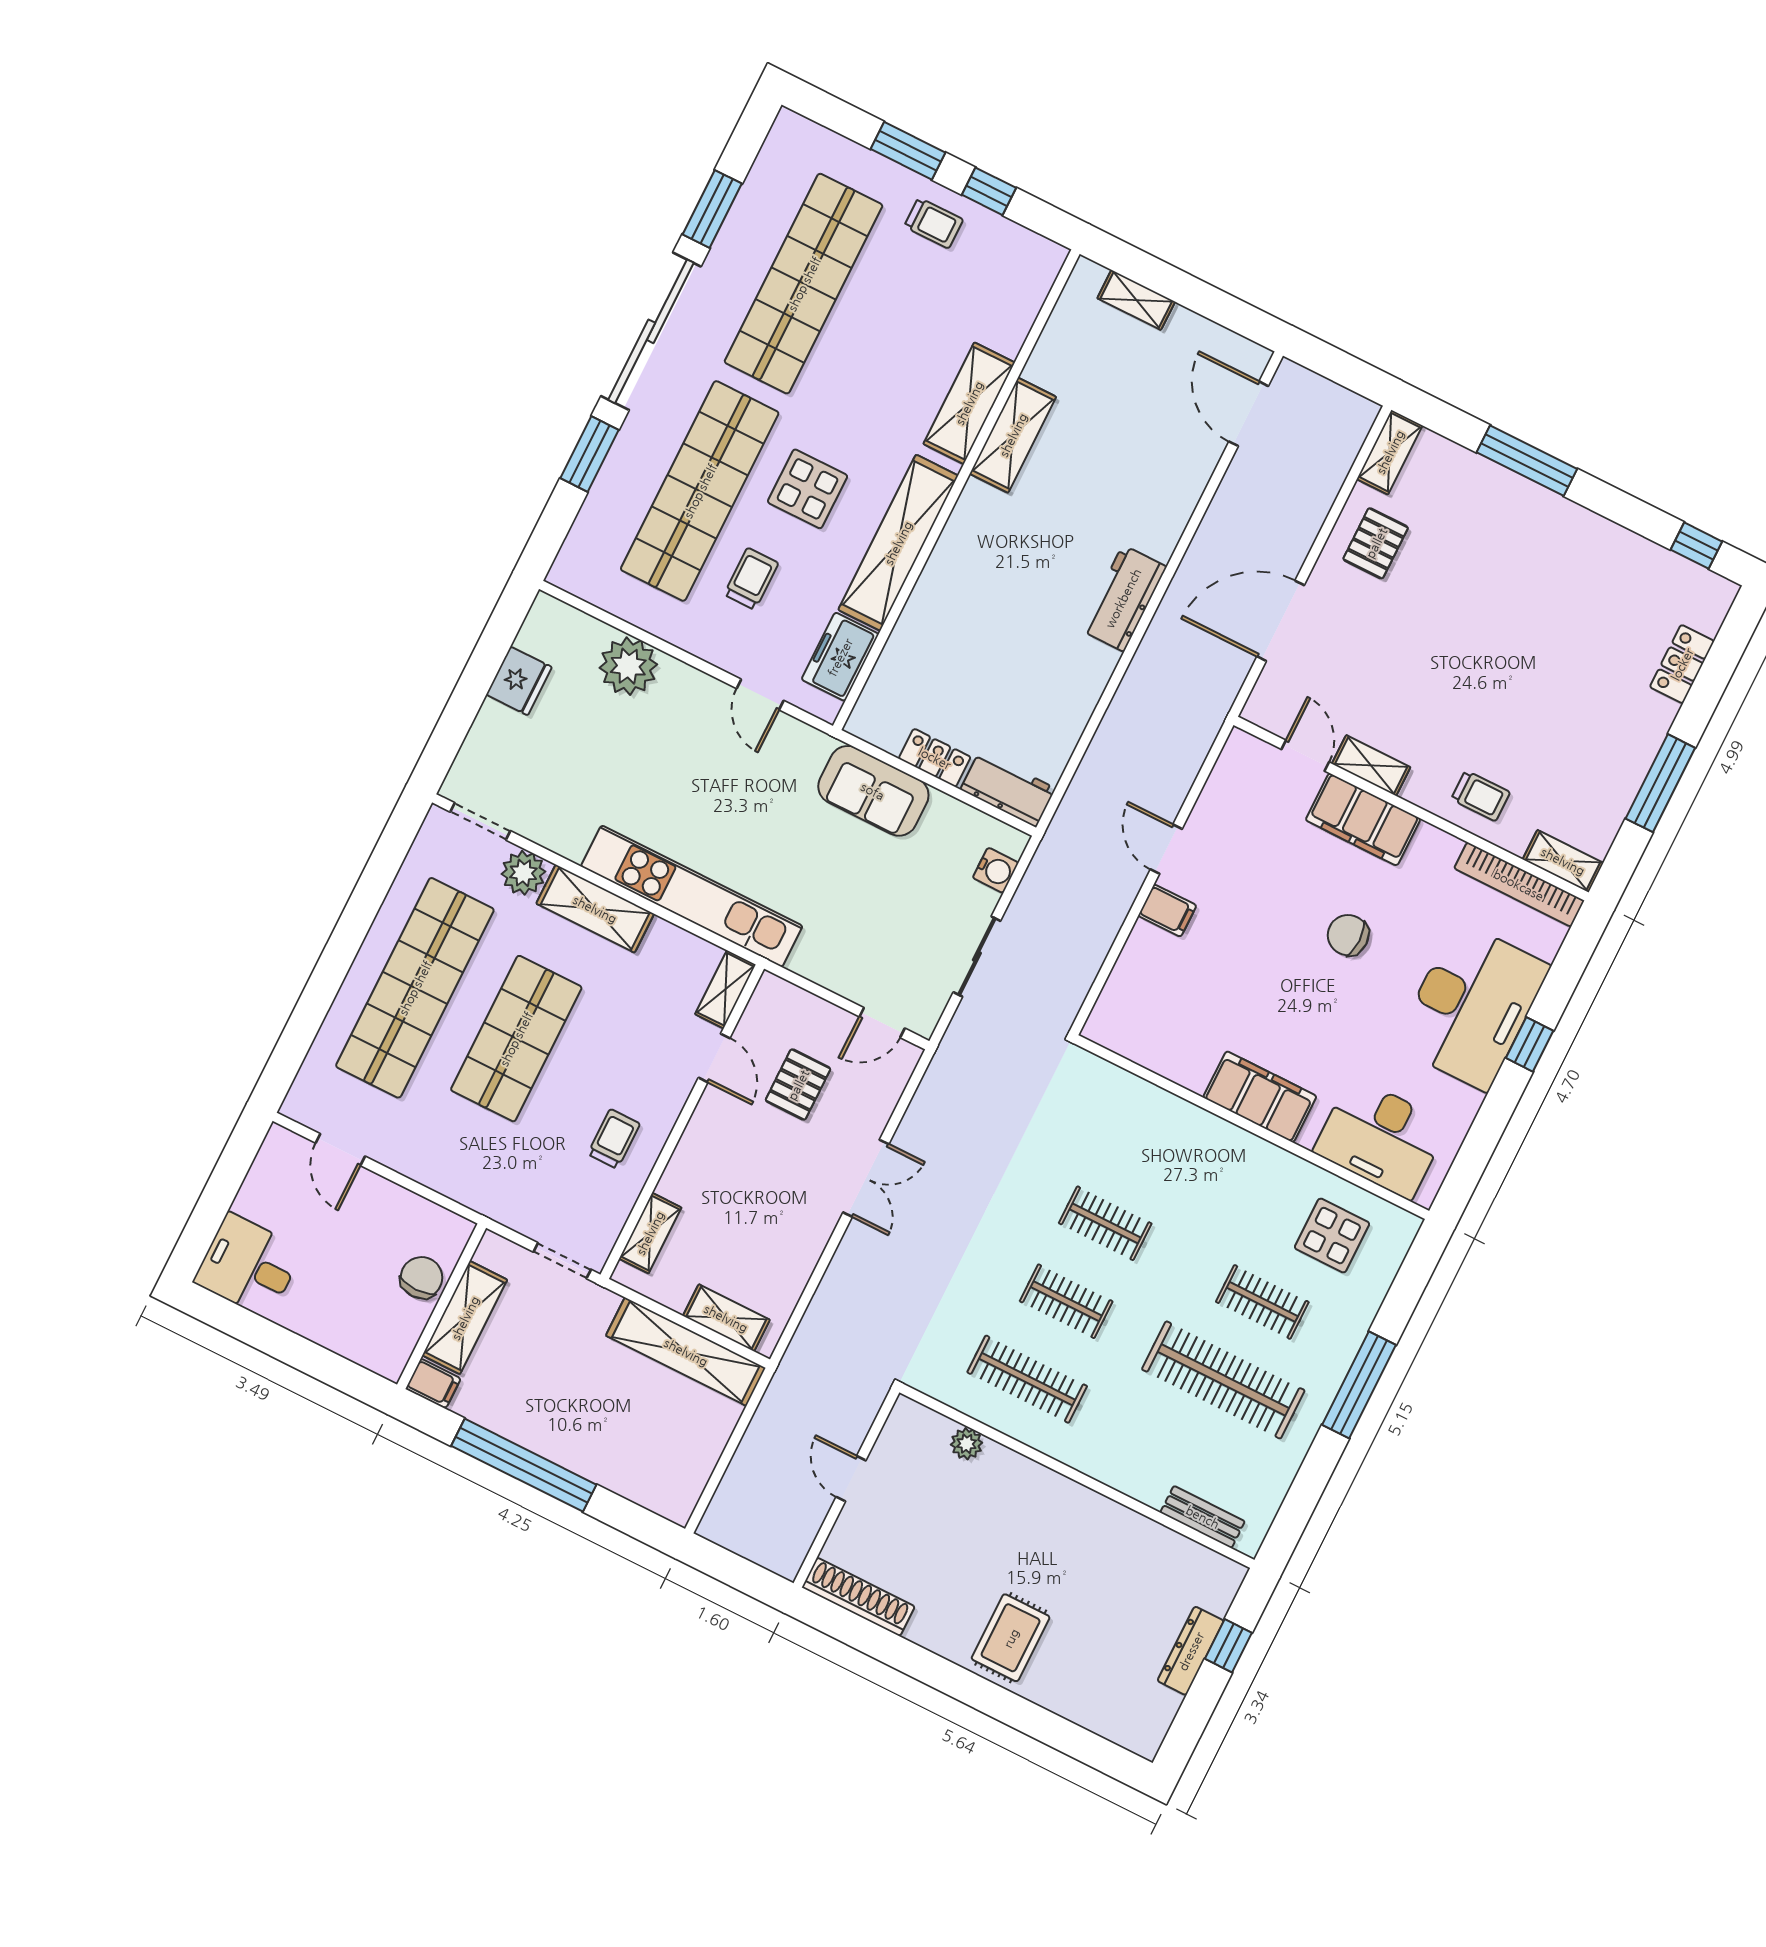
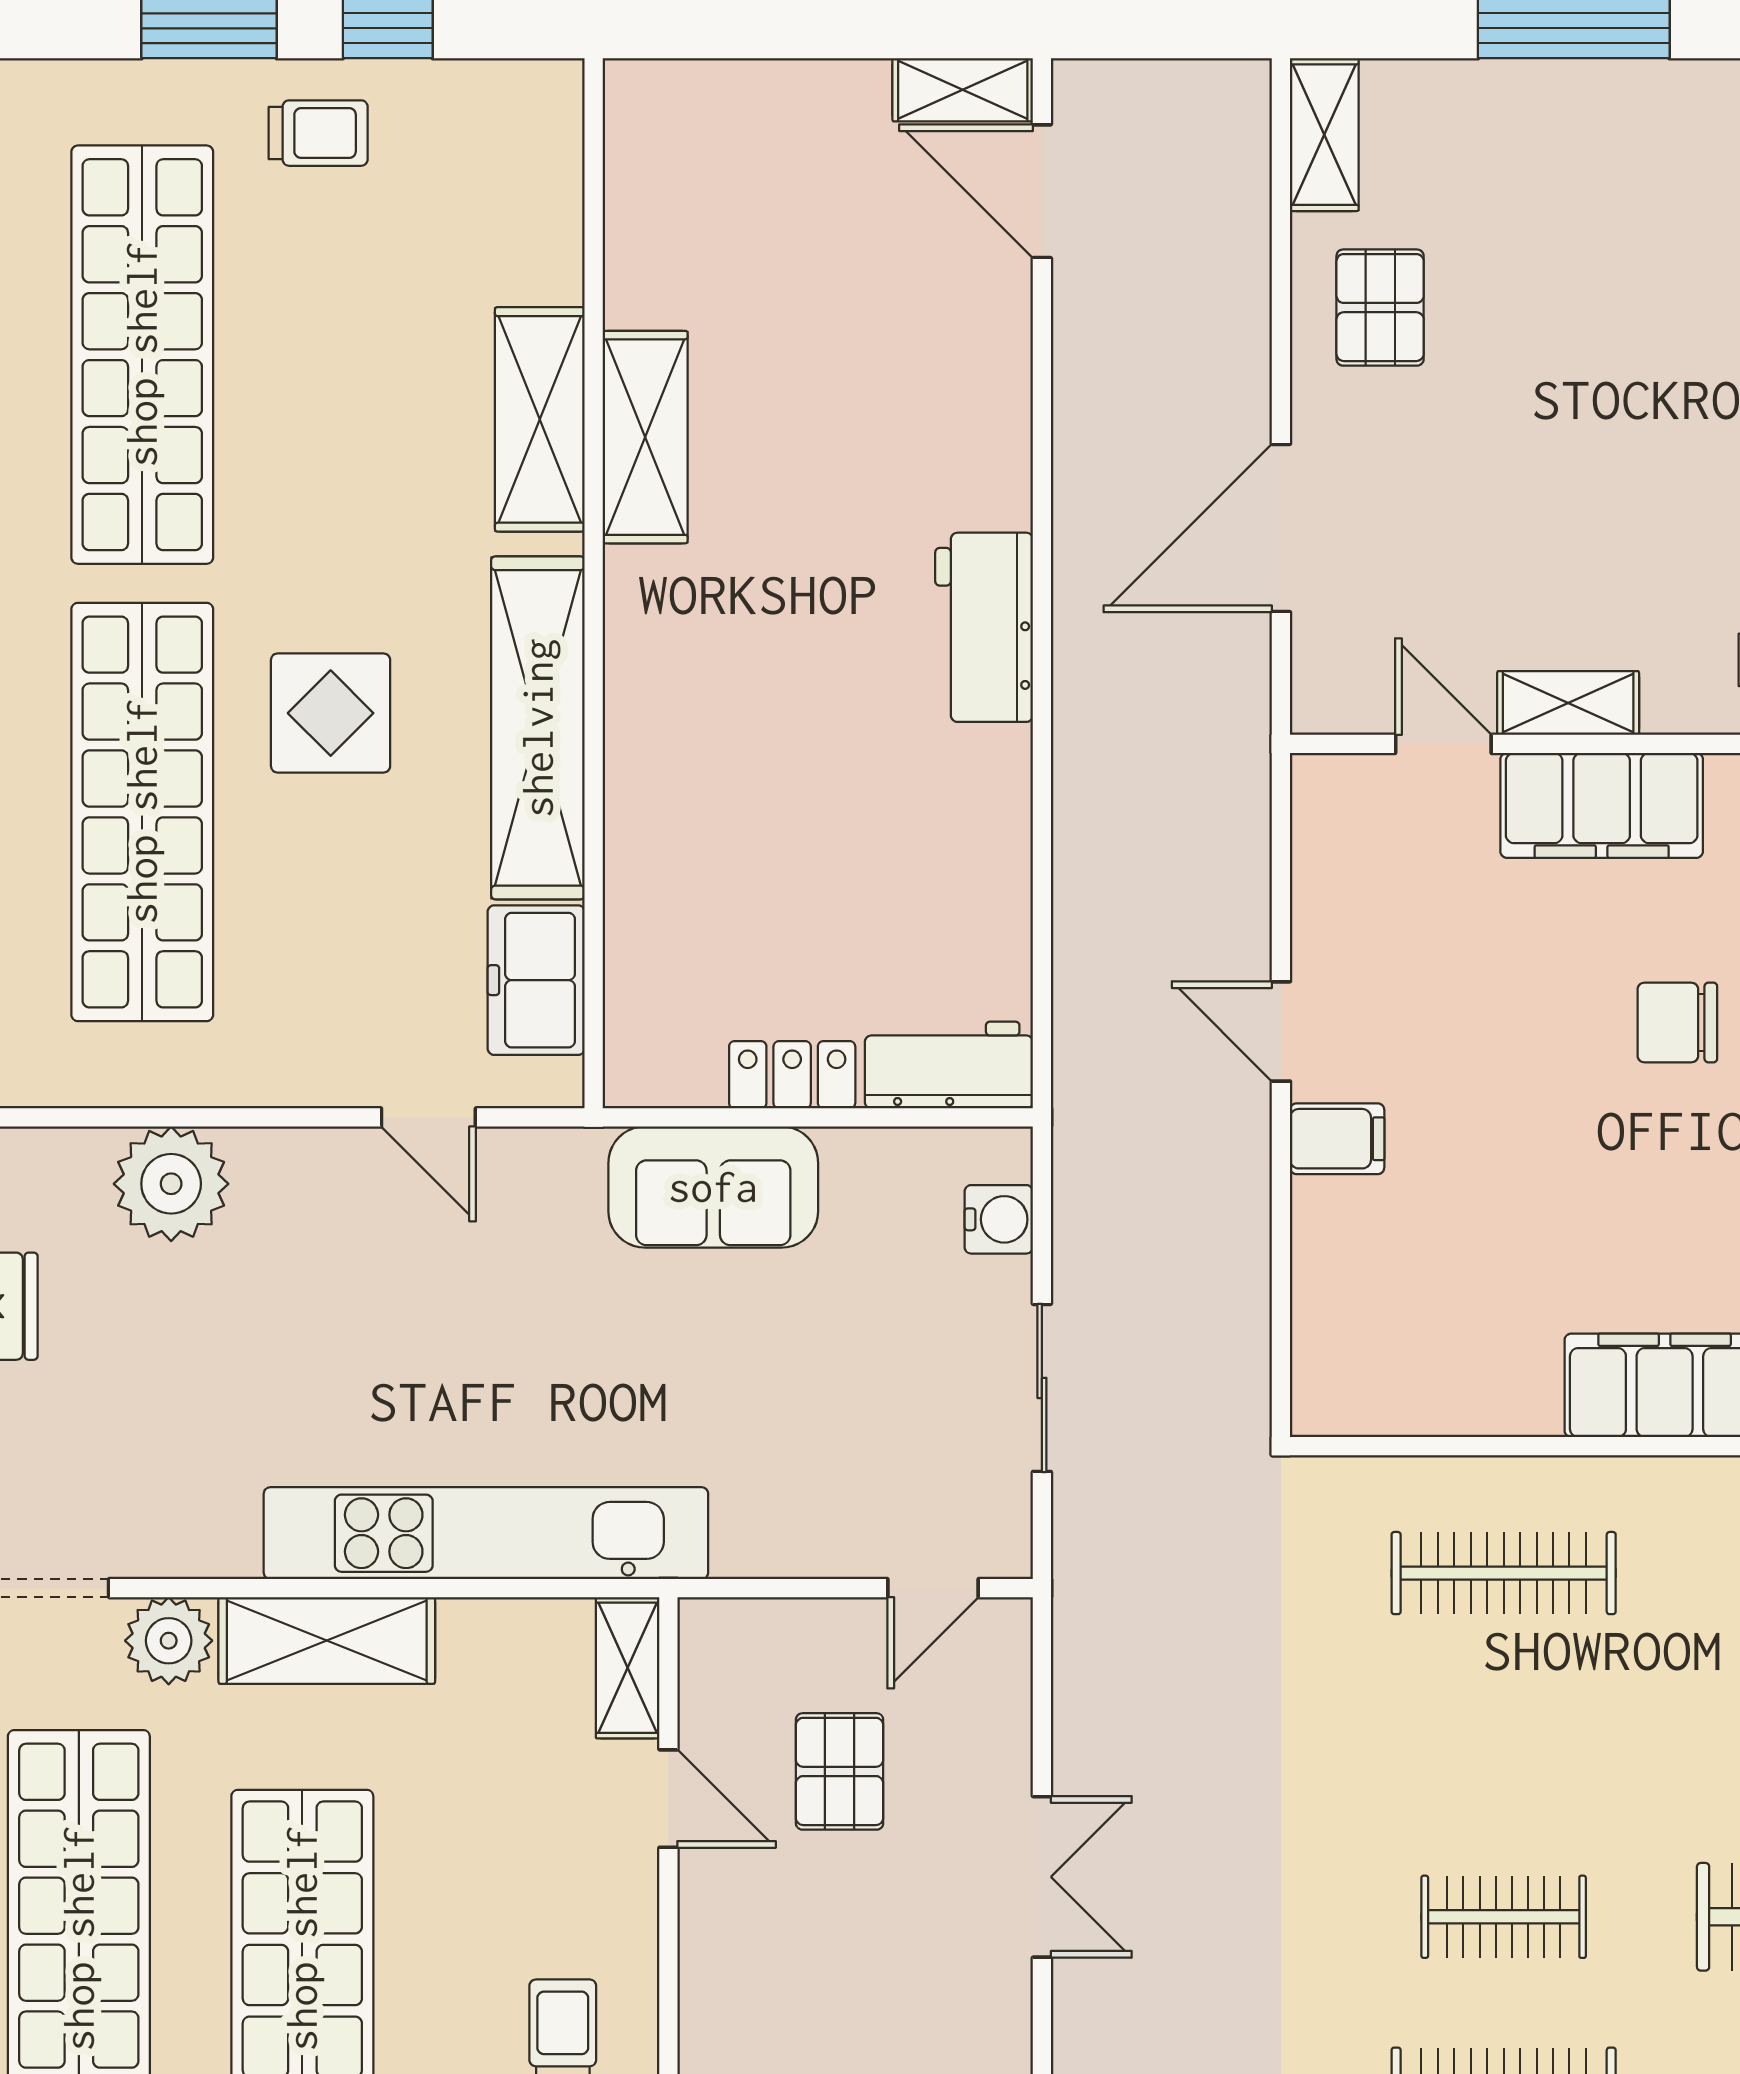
shelving: (1136, 300) -> (963, 90), moved
trolley: (751, 579) -> (310, 921), removed
clothes rail: (1105, 1223) -> (1504, 1573), moved, width x1.36

